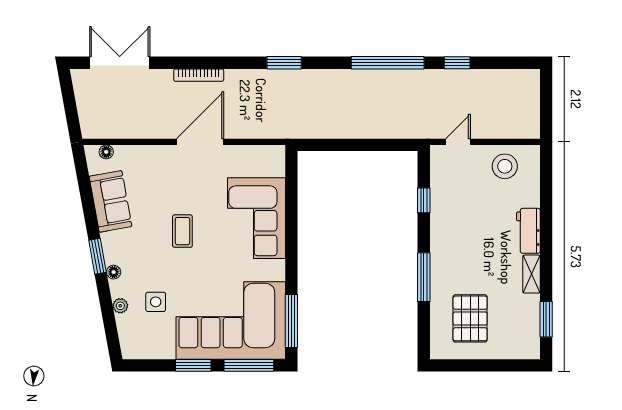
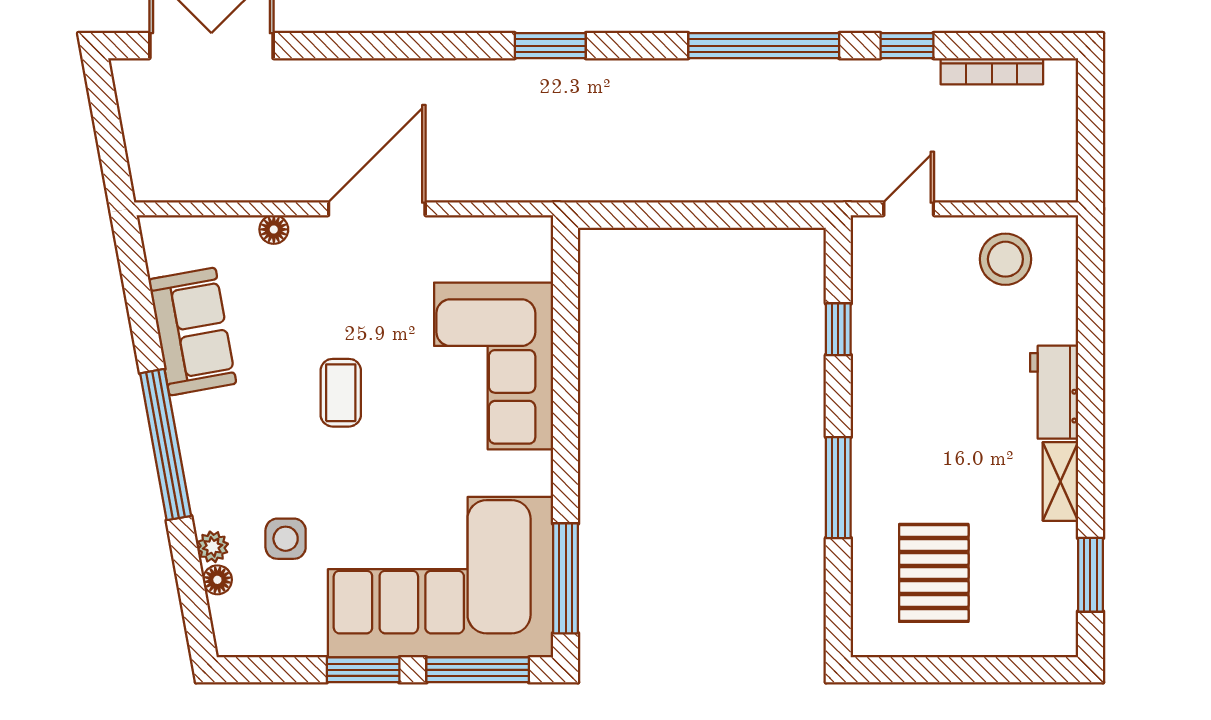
bookcase: (199, 75) -> (992, 71), moved
floor lamp: (106, 152) -> (274, 229), moved
window: (97, 256) -> (166, 445), width x2.11
floor lamp: (114, 272) -> (217, 580), moved

